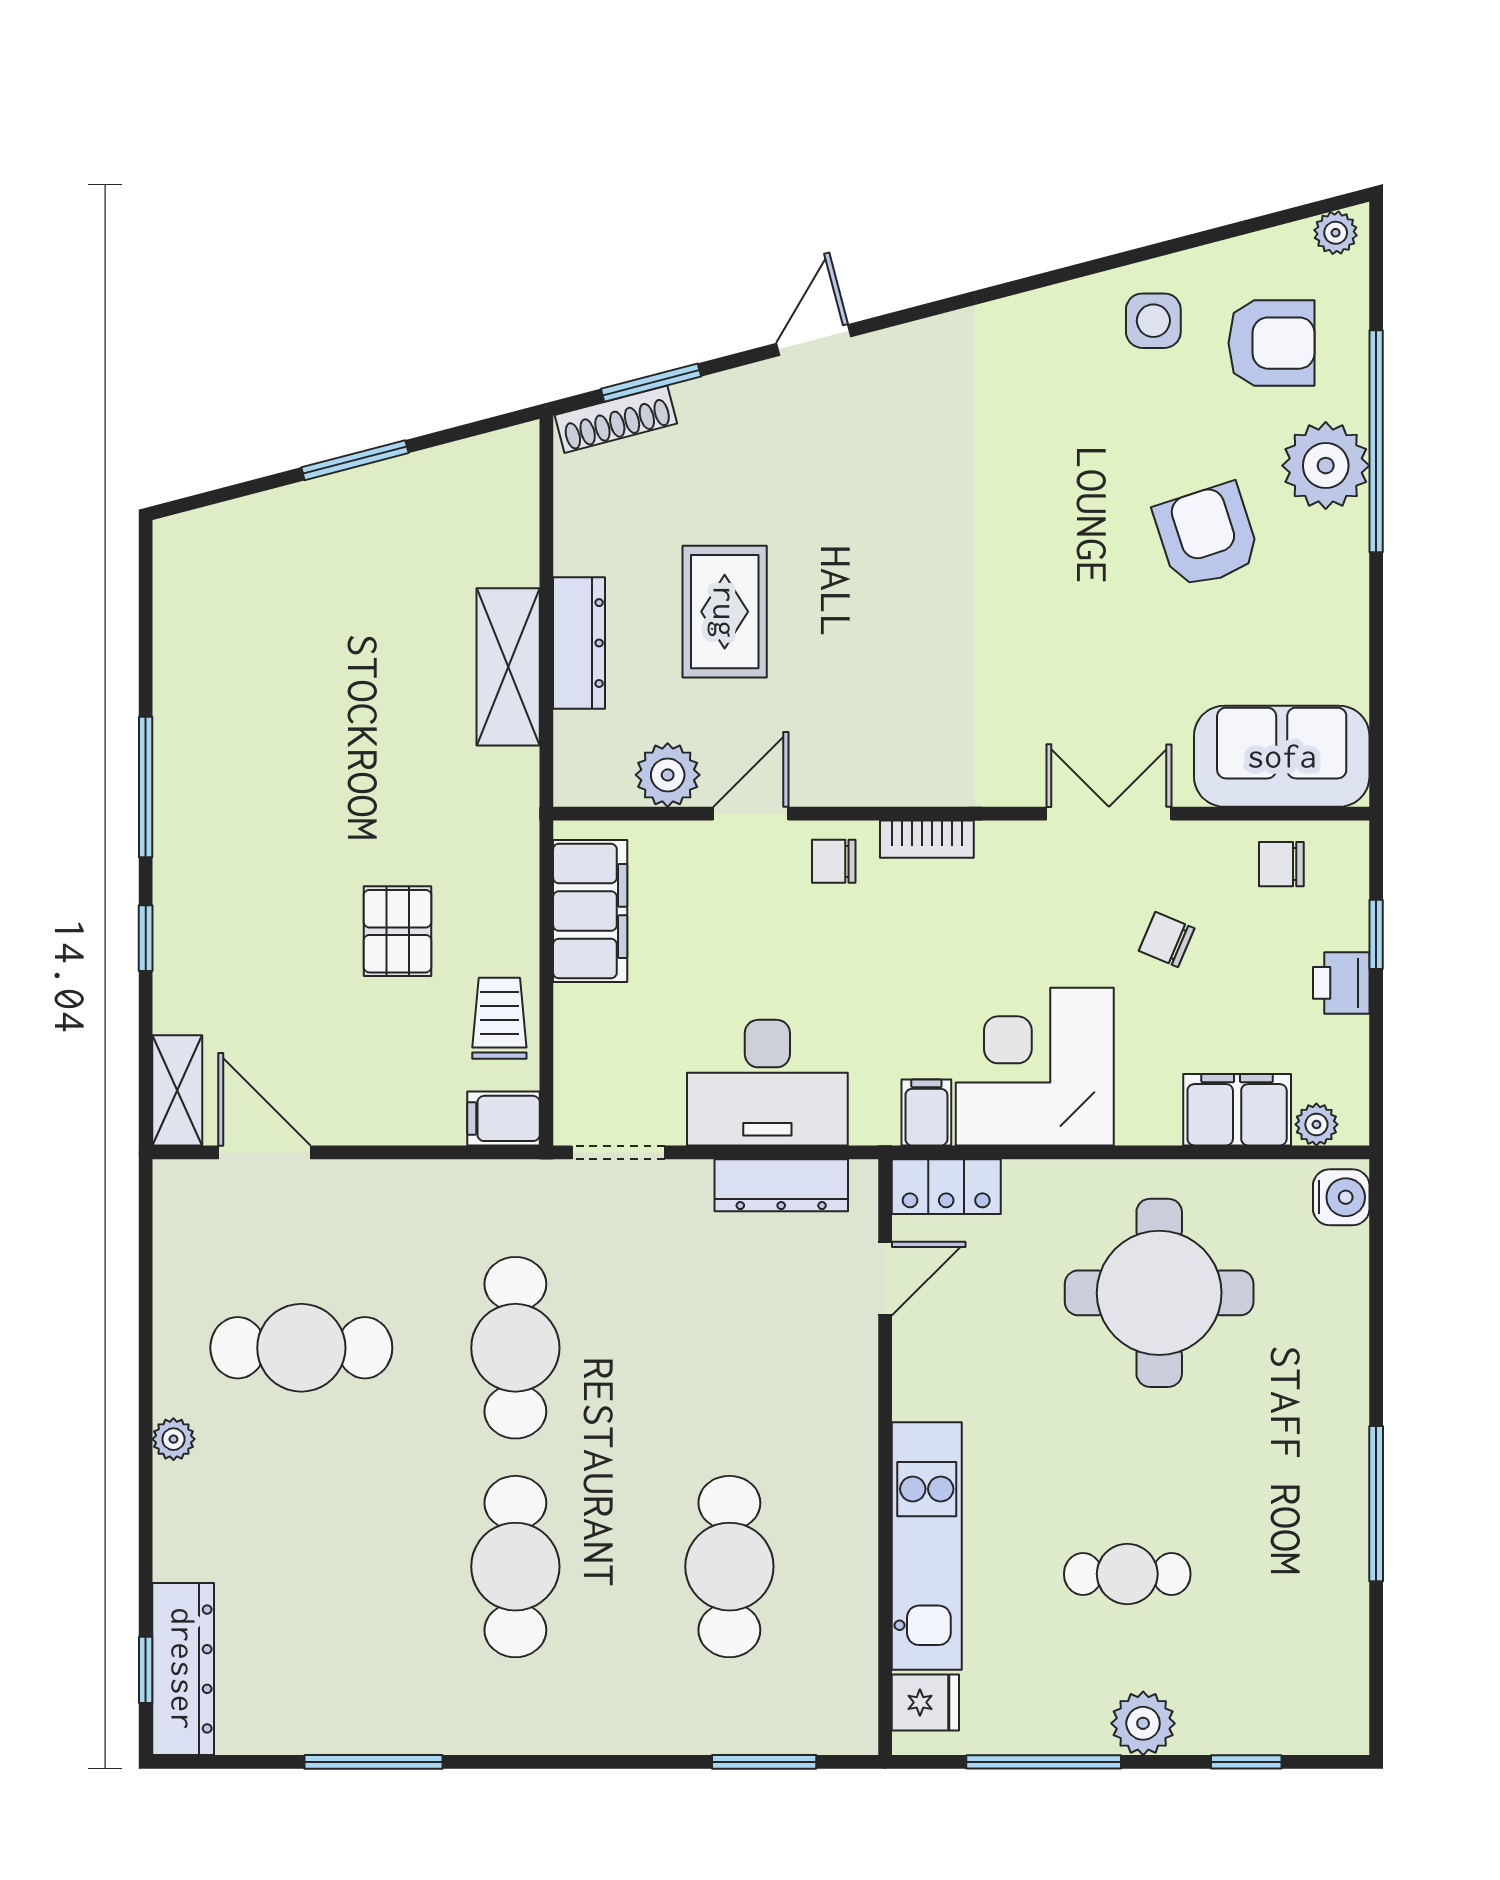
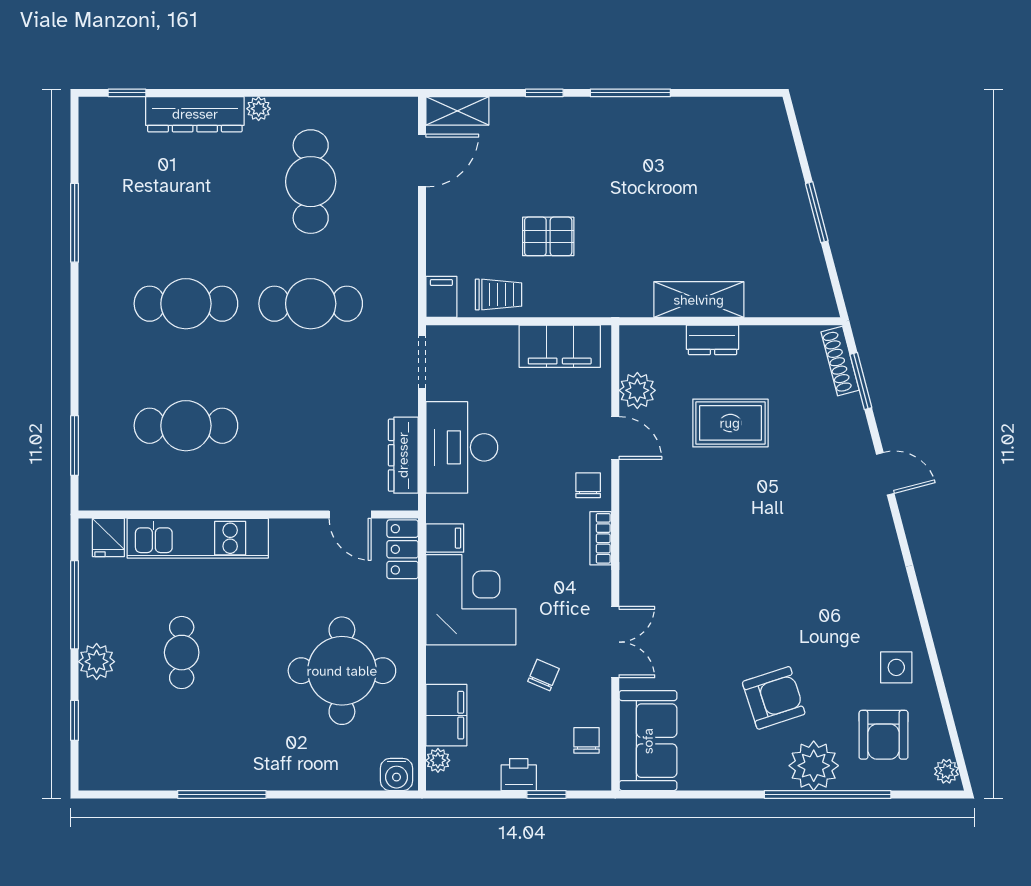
dresser: (579, 643) -> (712, 340), width x0.70
dresser: (183, 1669) -> (195, 114), moved

